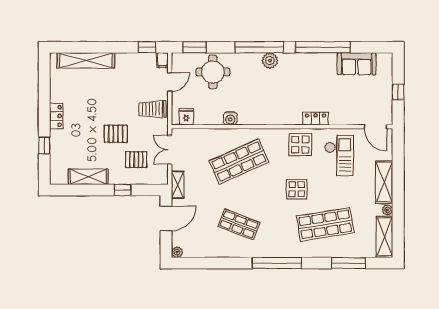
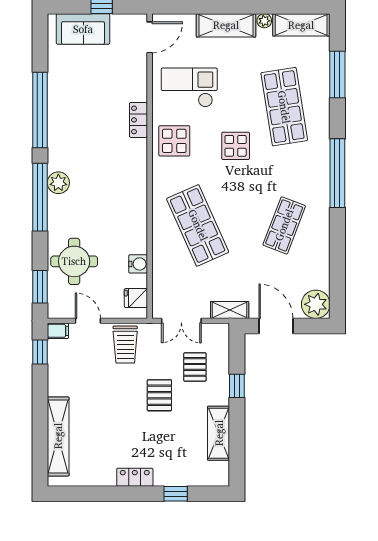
sofa: (357, 64) -> (83, 29), moved, turned 90
water cooler: (230, 118) -> (138, 264), moved
plant: (177, 252) -> (316, 304), width x1.88, depth x1.88

